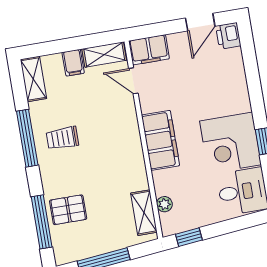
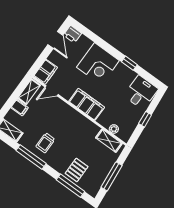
corner desk: (231, 143) -> (98, 64), moved
window: (189, 237) -> (145, 119), moved

